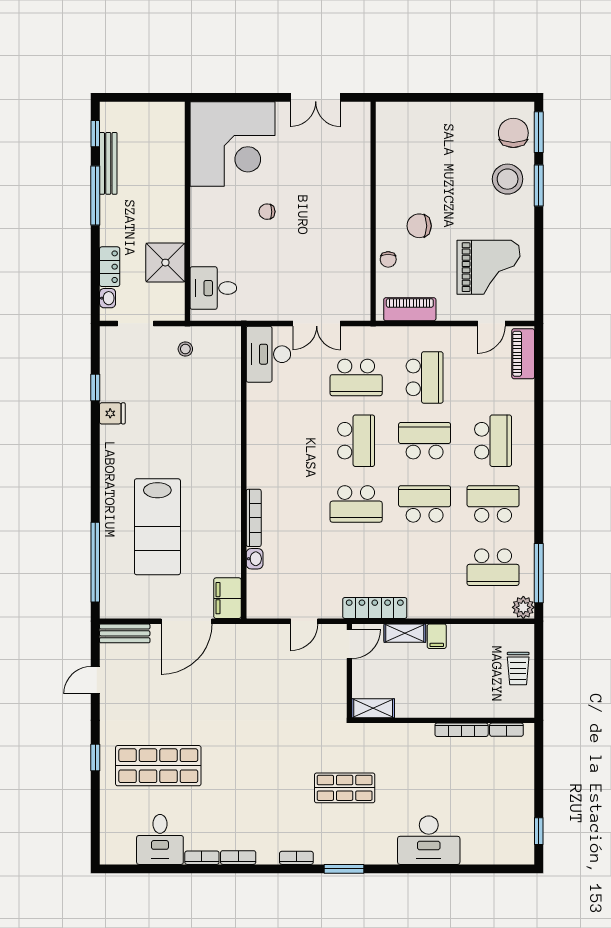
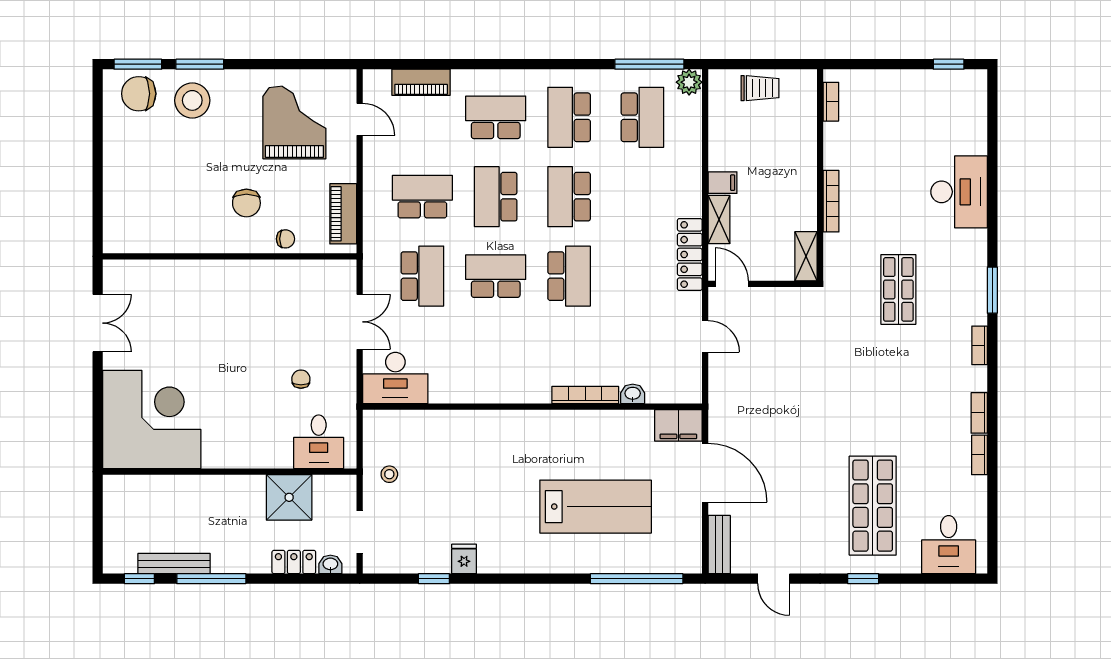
chair: (267, 212) -> (301, 379), moved, turned 180
piano: (523, 354) -> (421, 82), moved
bookcase: (462, 730) -> (831, 201), moved
desk: (160, 839) -> (949, 545), moved, turned 90

